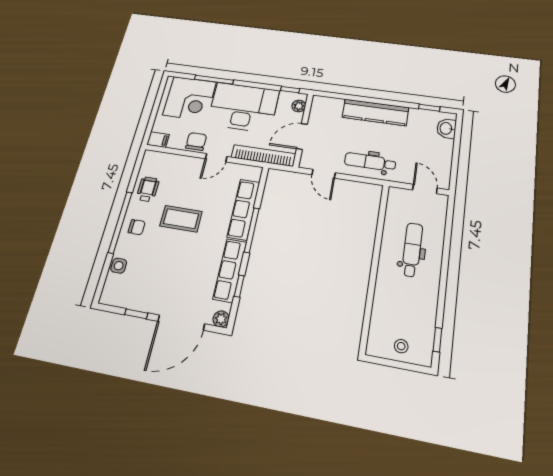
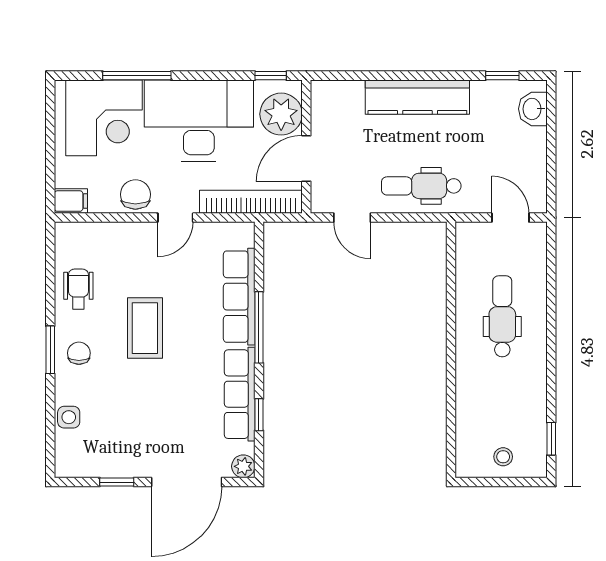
plant: (299, 106) -> (281, 114), width x1.88, depth x1.88
coffee table: (181, 219) -> (145, 328), turned 90
window: (120, 222) -> (50, 350), width x0.47
chair: (137, 227) -> (79, 353), turned -90

